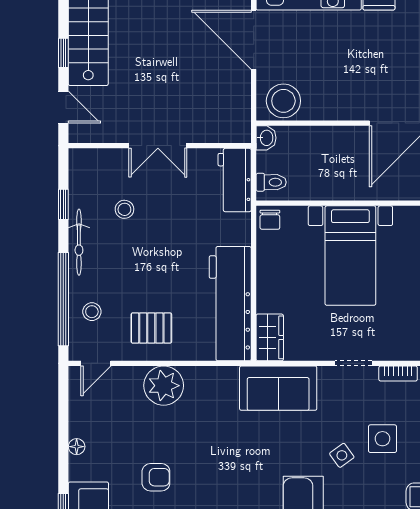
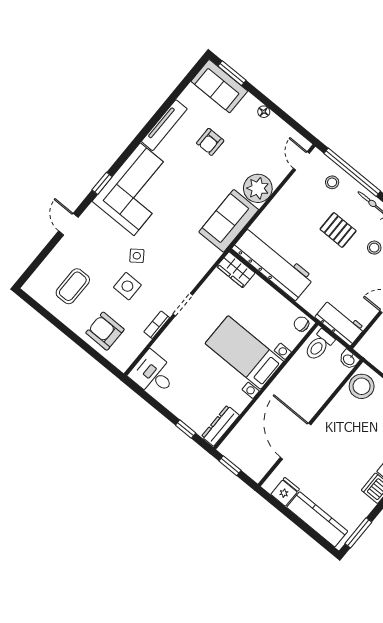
toilet: (271, 182) -> (319, 345), width x1.37, depth x1.39
pallet: (151, 328) -> (338, 230), moved, turned 90
sofa: (278, 388) -> (229, 221), moved

